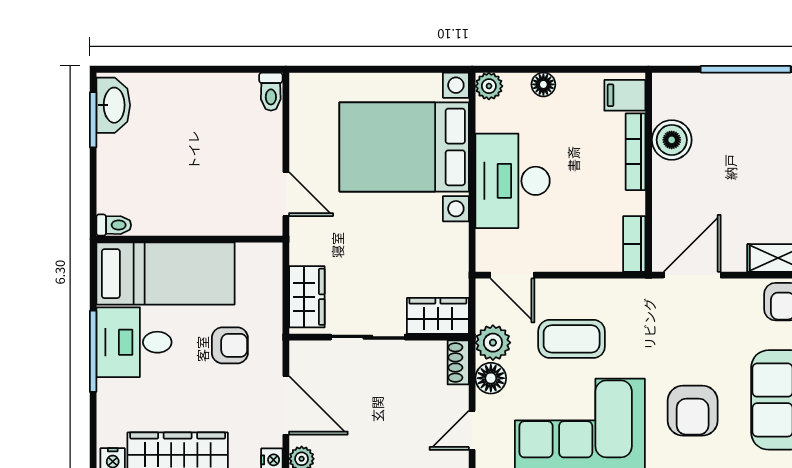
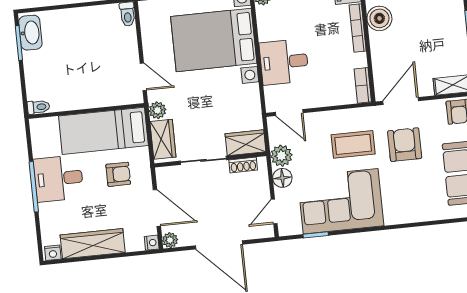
desk: (513, 181) -> (284, 62), width x0.73
plant: (303, 250) -> (157, 110), added
bed: (165, 274) -> (103, 131), moved, turned 180
coffee table: (572, 339) -> (353, 144), moved
shoe rack: (458, 362) -> (243, 165), moved, turned -90
armchair: (693, 411) -> (405, 145), moved, turned 180

